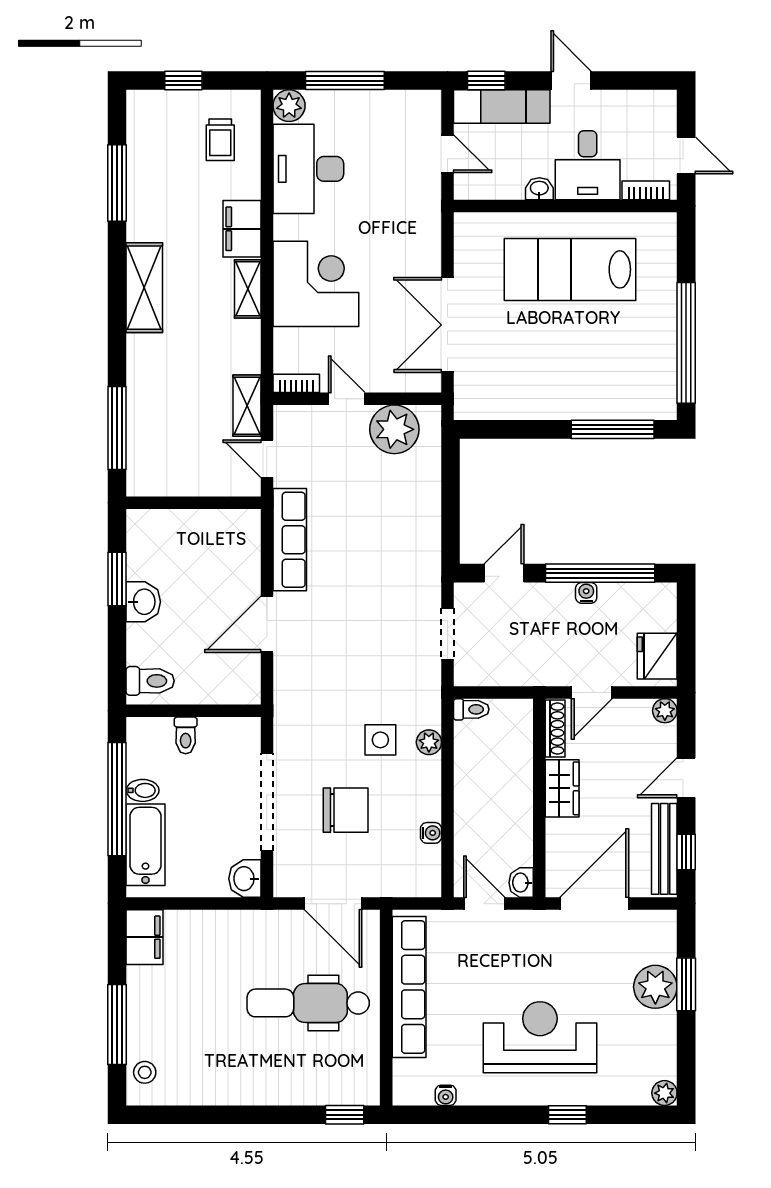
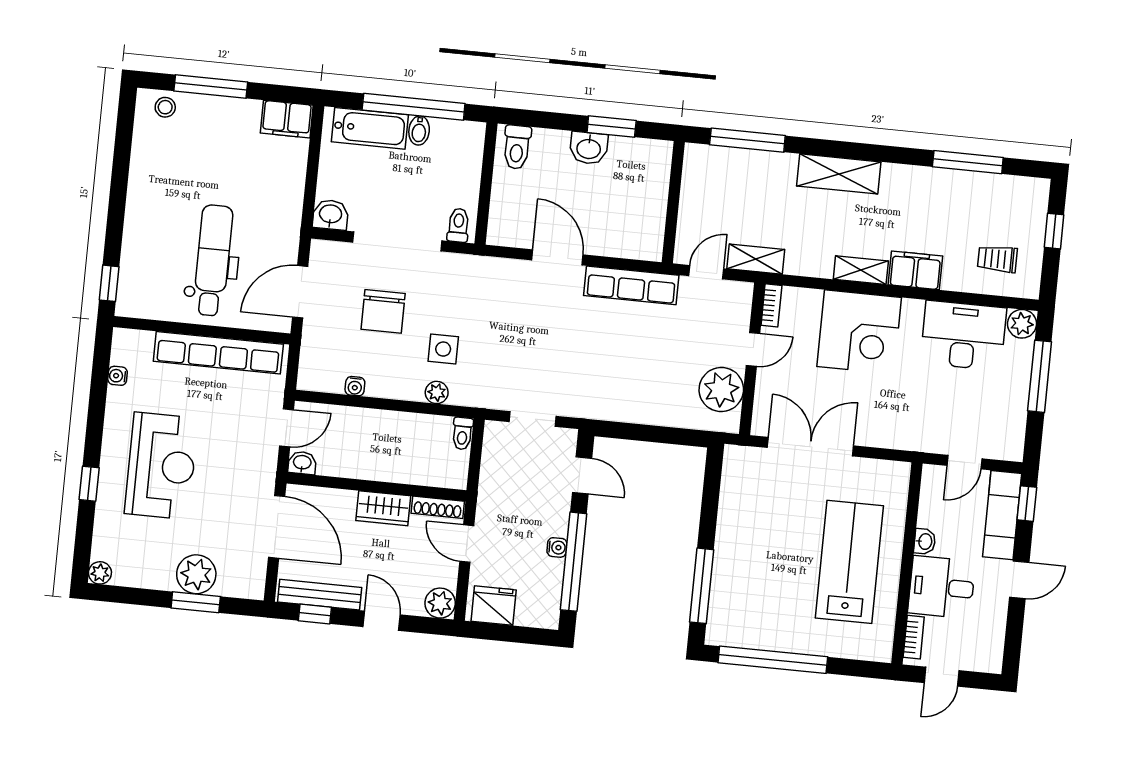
shelving: (144, 288) -> (839, 174), moved
plant: (665, 711) -> (440, 603), width x1.38, depth x1.38
toilet: (186, 735) -> (458, 225), moved, turned 90

